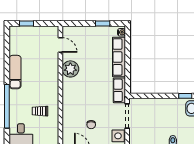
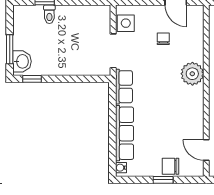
window: (103, 23) -> (163, 180), moved
chair: (86, 33) -> (170, 166), added
plant: (70, 69) -> (192, 74), moved

